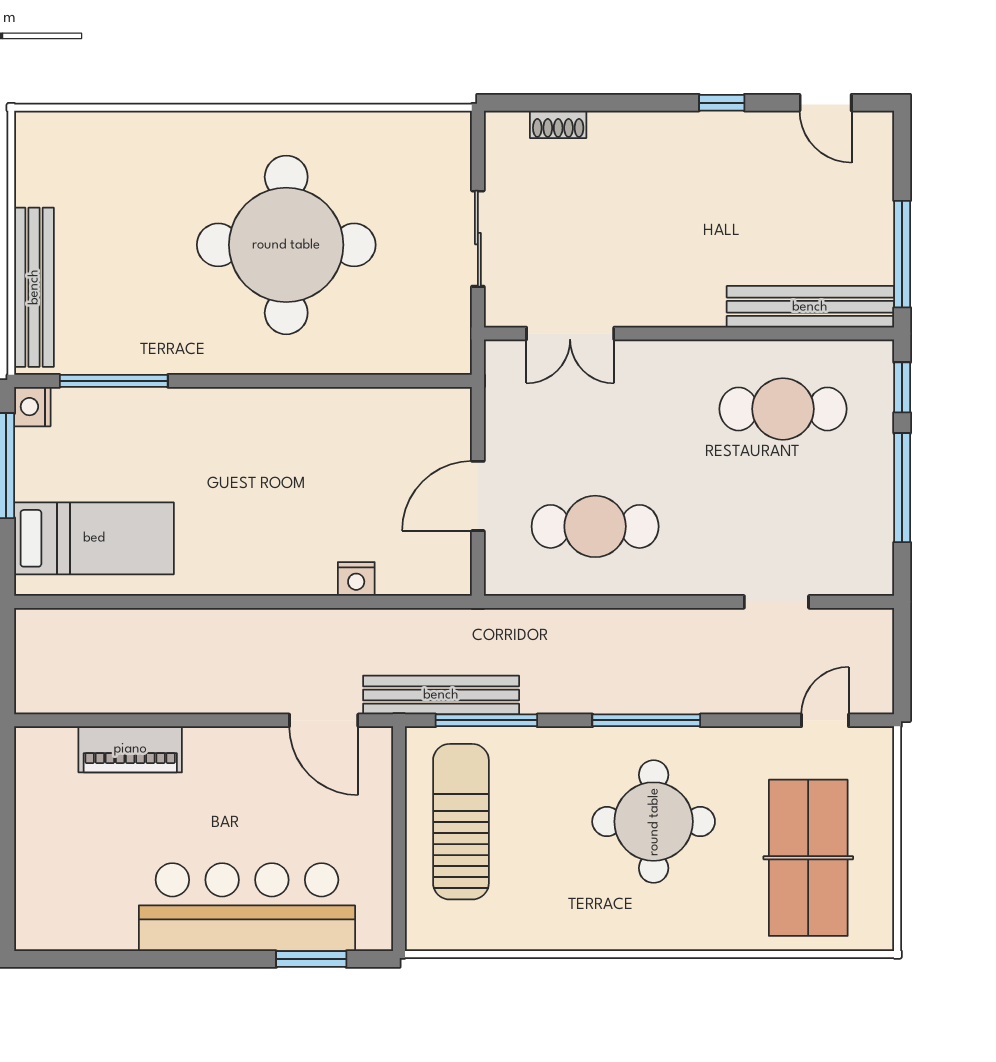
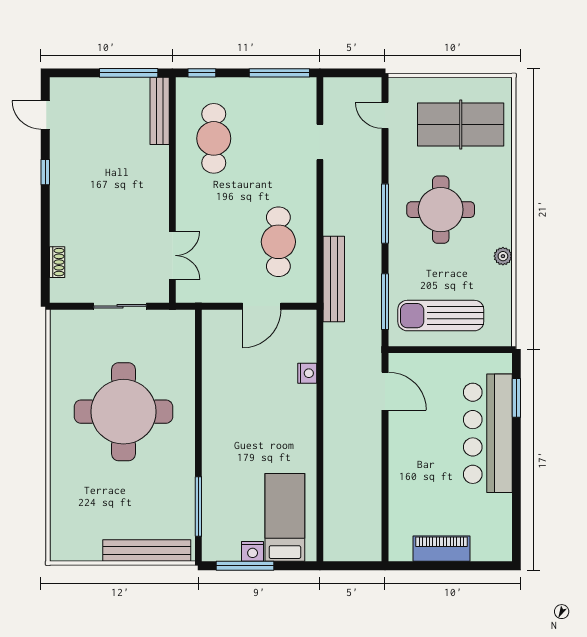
door: (826, 103) -> (45, 115), swing flipped
bench: (810, 307) -> (160, 111), width x0.73, depth x0.82
nightstand: (32, 407) -> (253, 551), moved
window: (902, 488) -> (279, 73), moved
door: (478, 496) -> (262, 306), hinge flipped
bench: (441, 695) -> (334, 279), moved
door: (324, 720) -> (385, 391), hinge flipped
piano: (130, 749) -> (442, 549), moved, turned -90
plant: (569, 935) -> (503, 256), added

